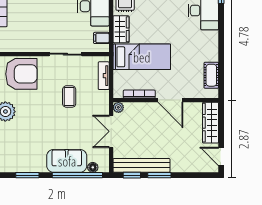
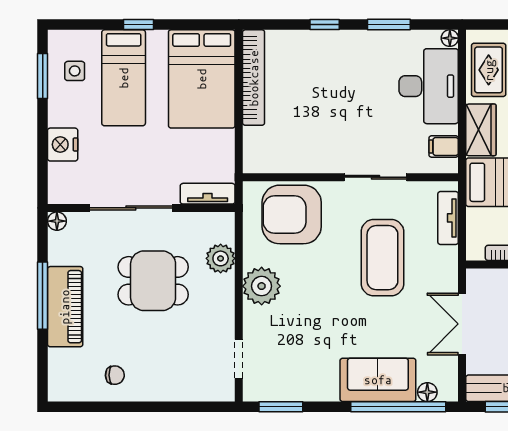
armchair: (21, 74) -> (292, 214), turned 180
coffee table: (69, 97) -> (382, 258), width x1.86, depth x1.72
plant: (118, 107) -> (476, 278), removed
window: (27, 175) -> (281, 407), moved

